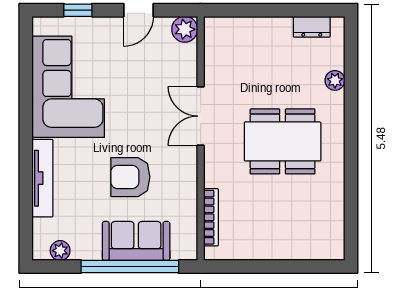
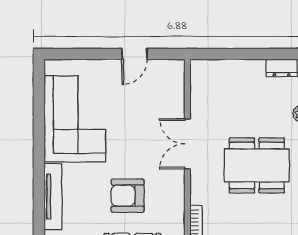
window: (78, 10) -> (83, 54), removed
plant: (185, 29) -> (174, 70), removed

